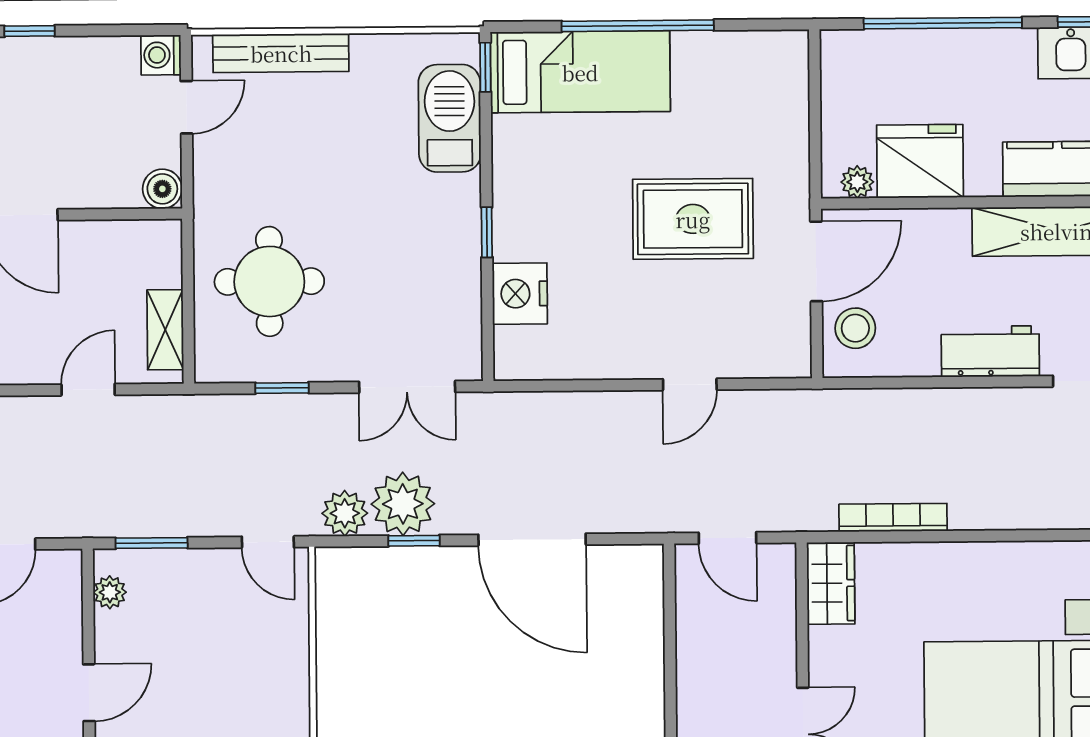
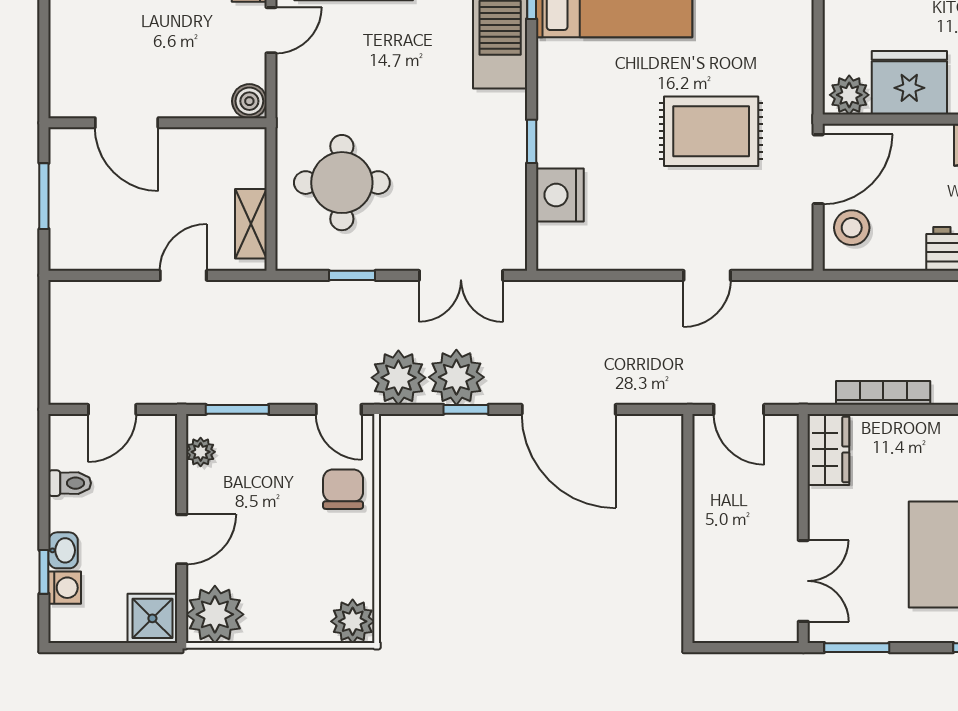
plant: (857, 182) -> (849, 95), width x1.38, depth x1.38
plant: (345, 513) -> (398, 378), width x1.36, depth x1.36
chair: (274, 634) -> (343, 489), added

